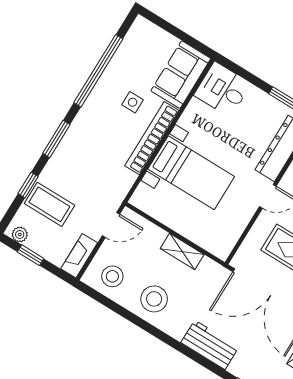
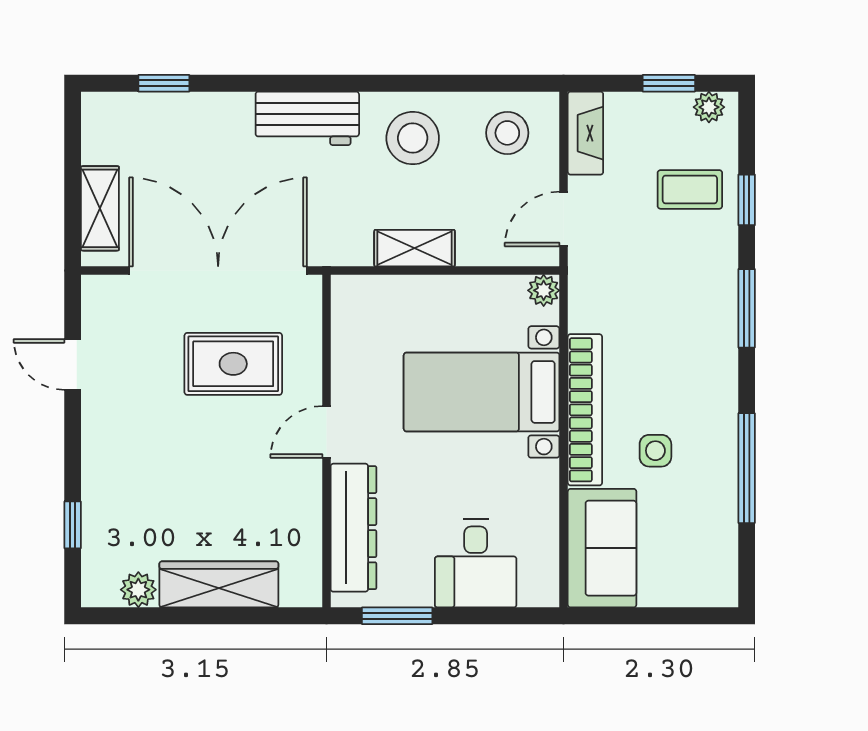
window: (98, 71) -> (747, 468), width x0.68
desk: (223, 89) -> (476, 563), moved, turned 90
plant: (138, 200) -> (544, 290), added
coffee table: (49, 204) -> (690, 189), width x0.73, depth x0.77
workbench: (210, 345) -> (307, 118), moved

